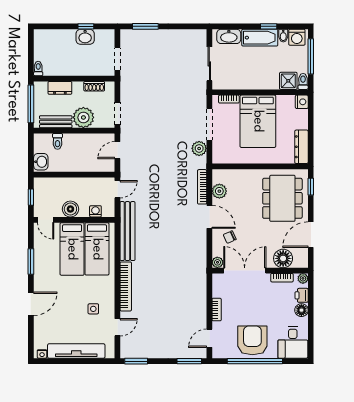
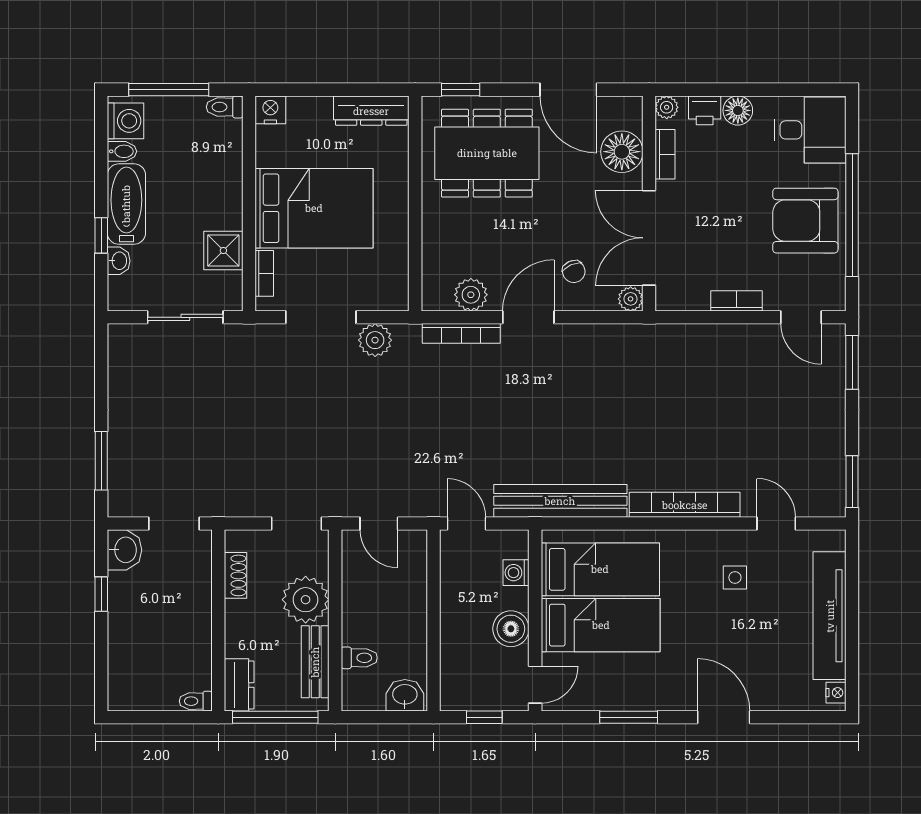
window: (269, 26) -> (101, 235), moved
washbasin: (229, 36) -> (119, 261), width x0.52, depth x0.69
washbasin: (85, 37) -> (125, 550), moved
shower: (288, 81) -> (223, 250), moved
dresser: (60, 88) -> (239, 685), moved

